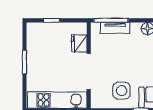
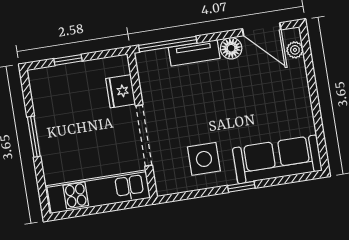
tv unit: (115, 28) -> (194, 53), moved

